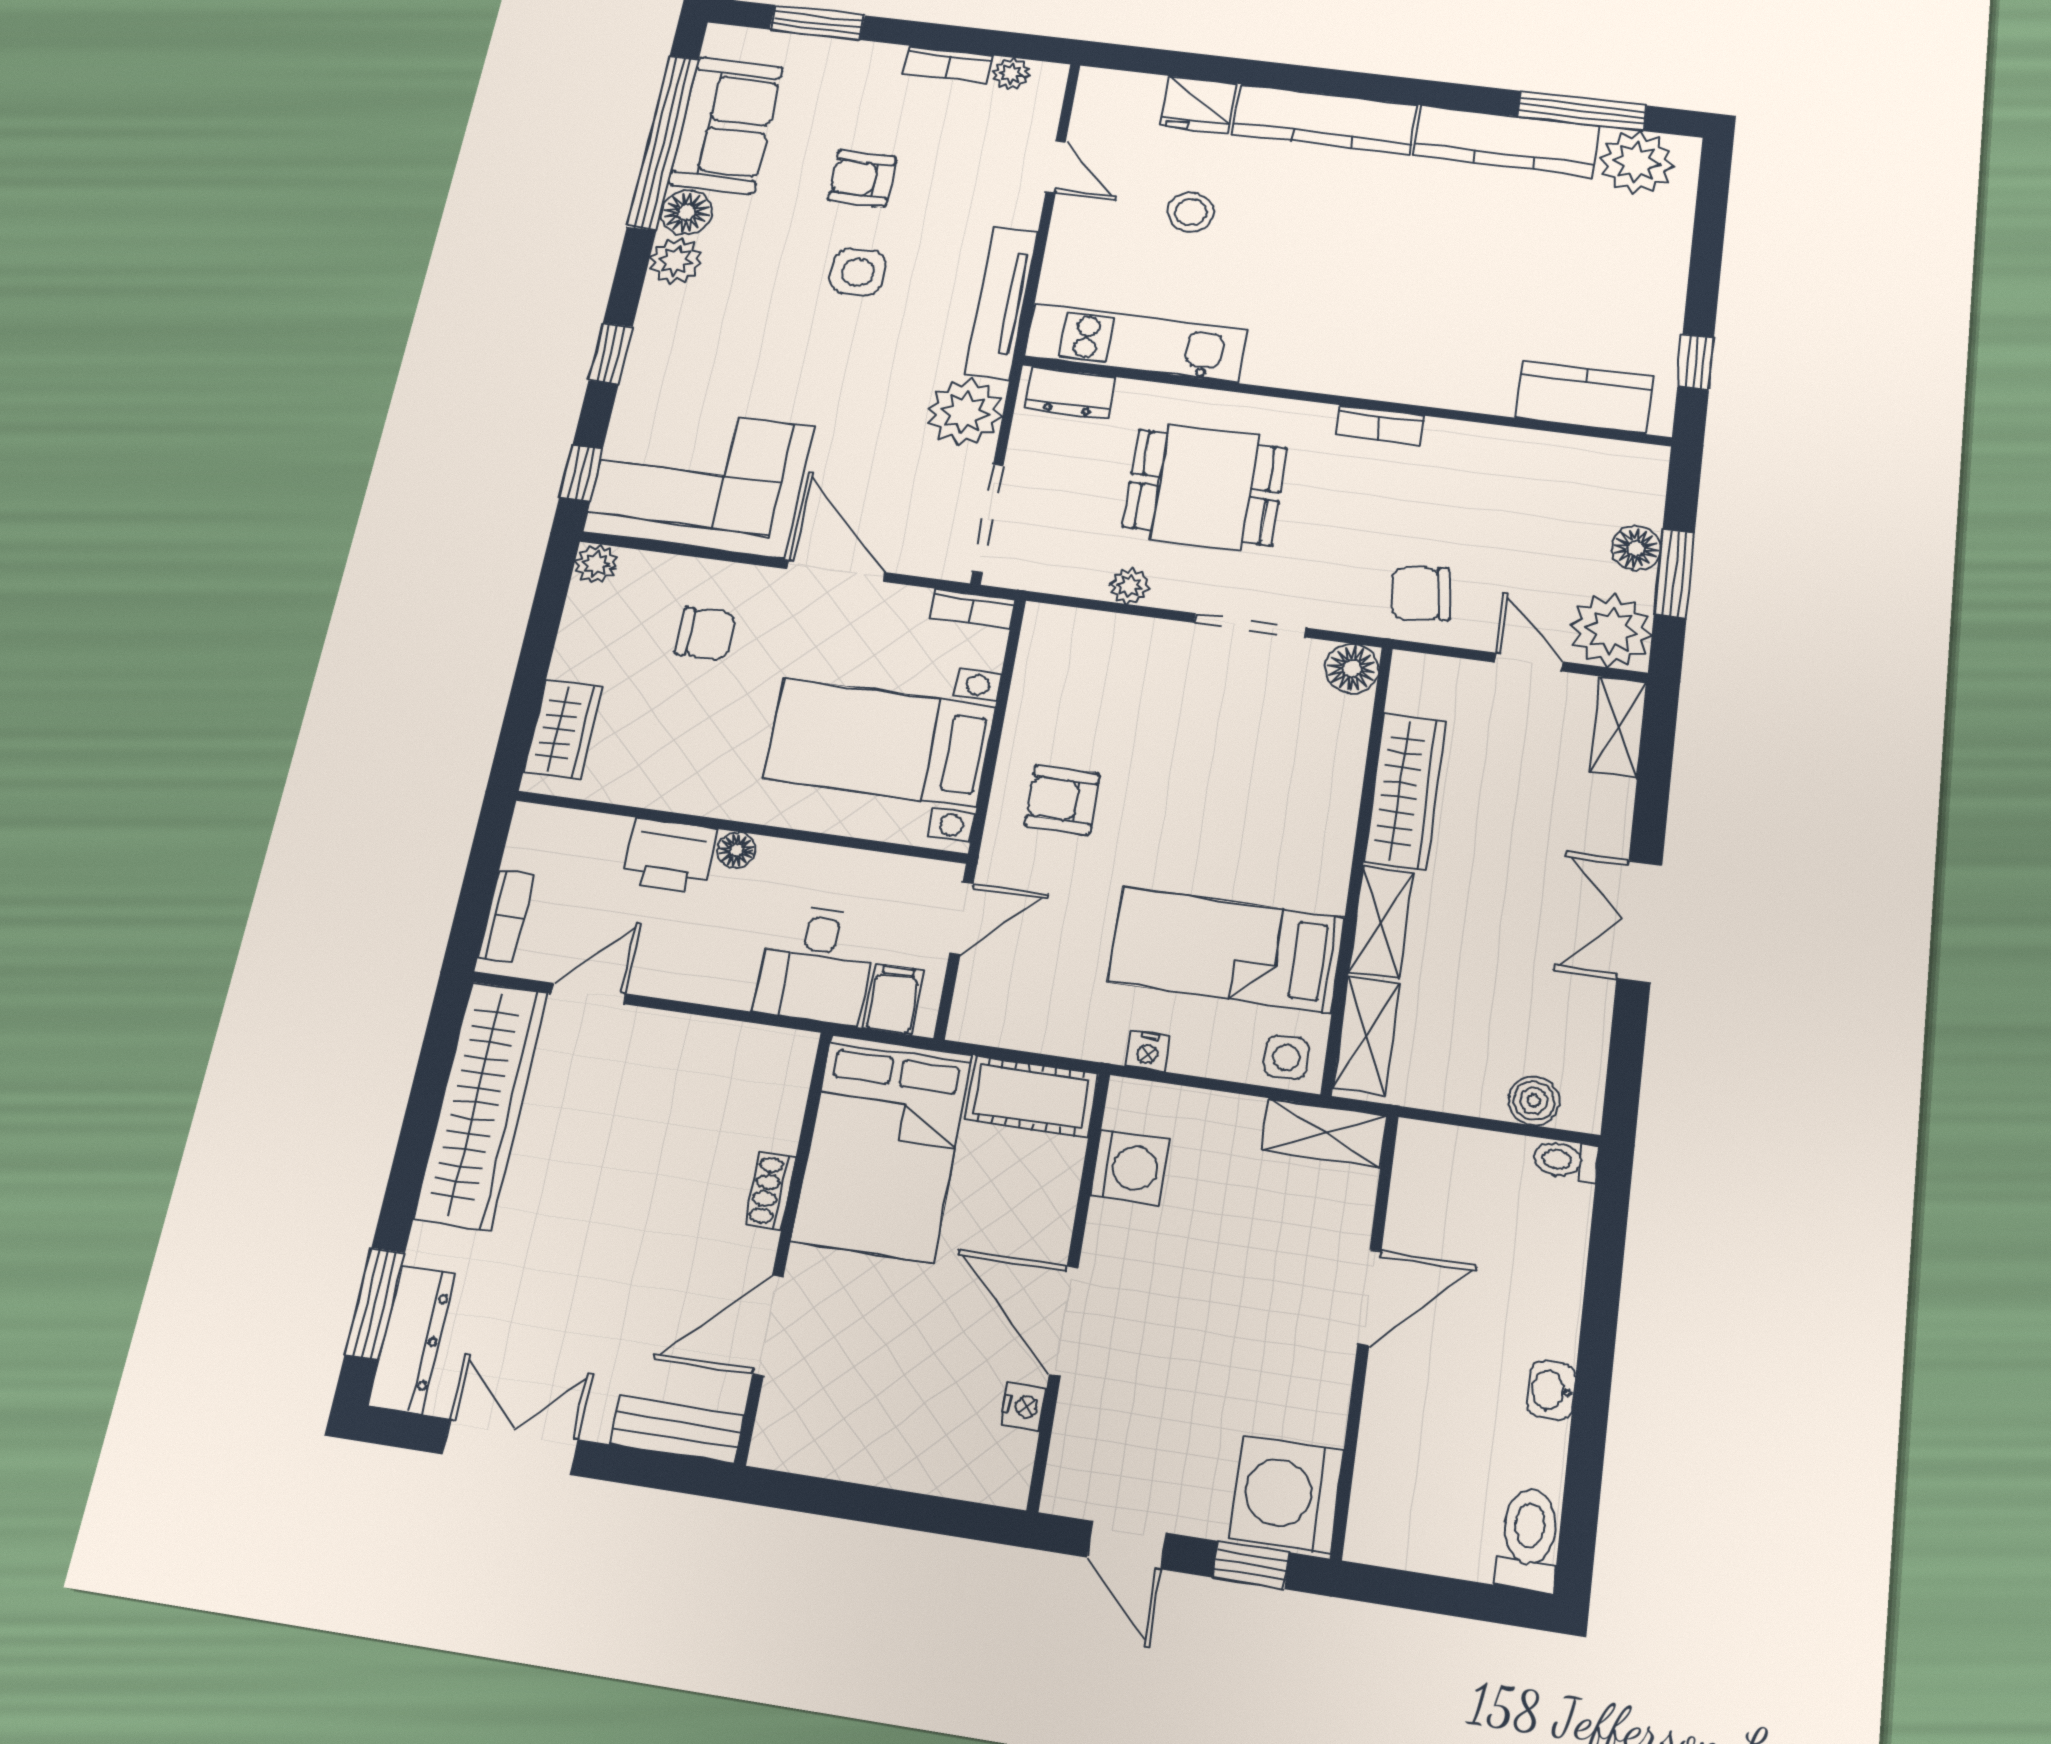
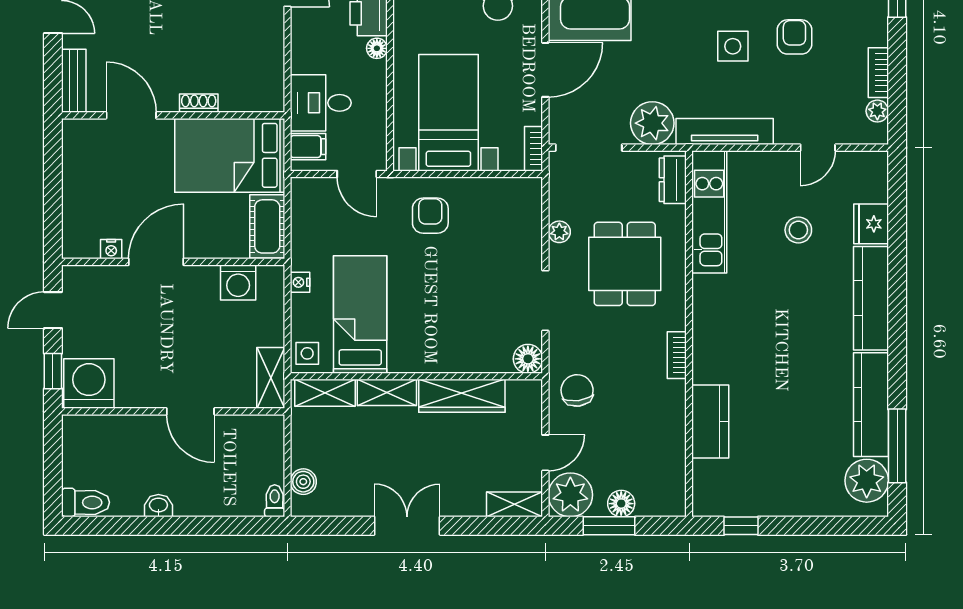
kitchen counter: (1584, 397) -> (710, 422), moved

